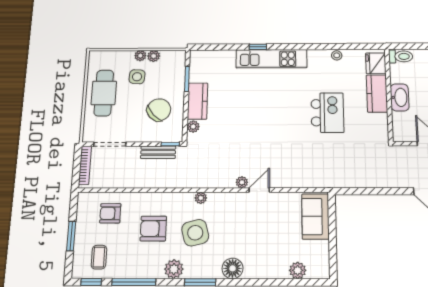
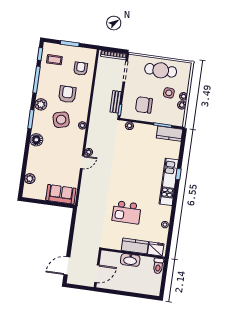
kitchen counter: (198, 101) -> (169, 134), moved
chair: (159, 110) -> (144, 105), turned 132
door: (259, 190) -> (82, 162), hinge flipped

